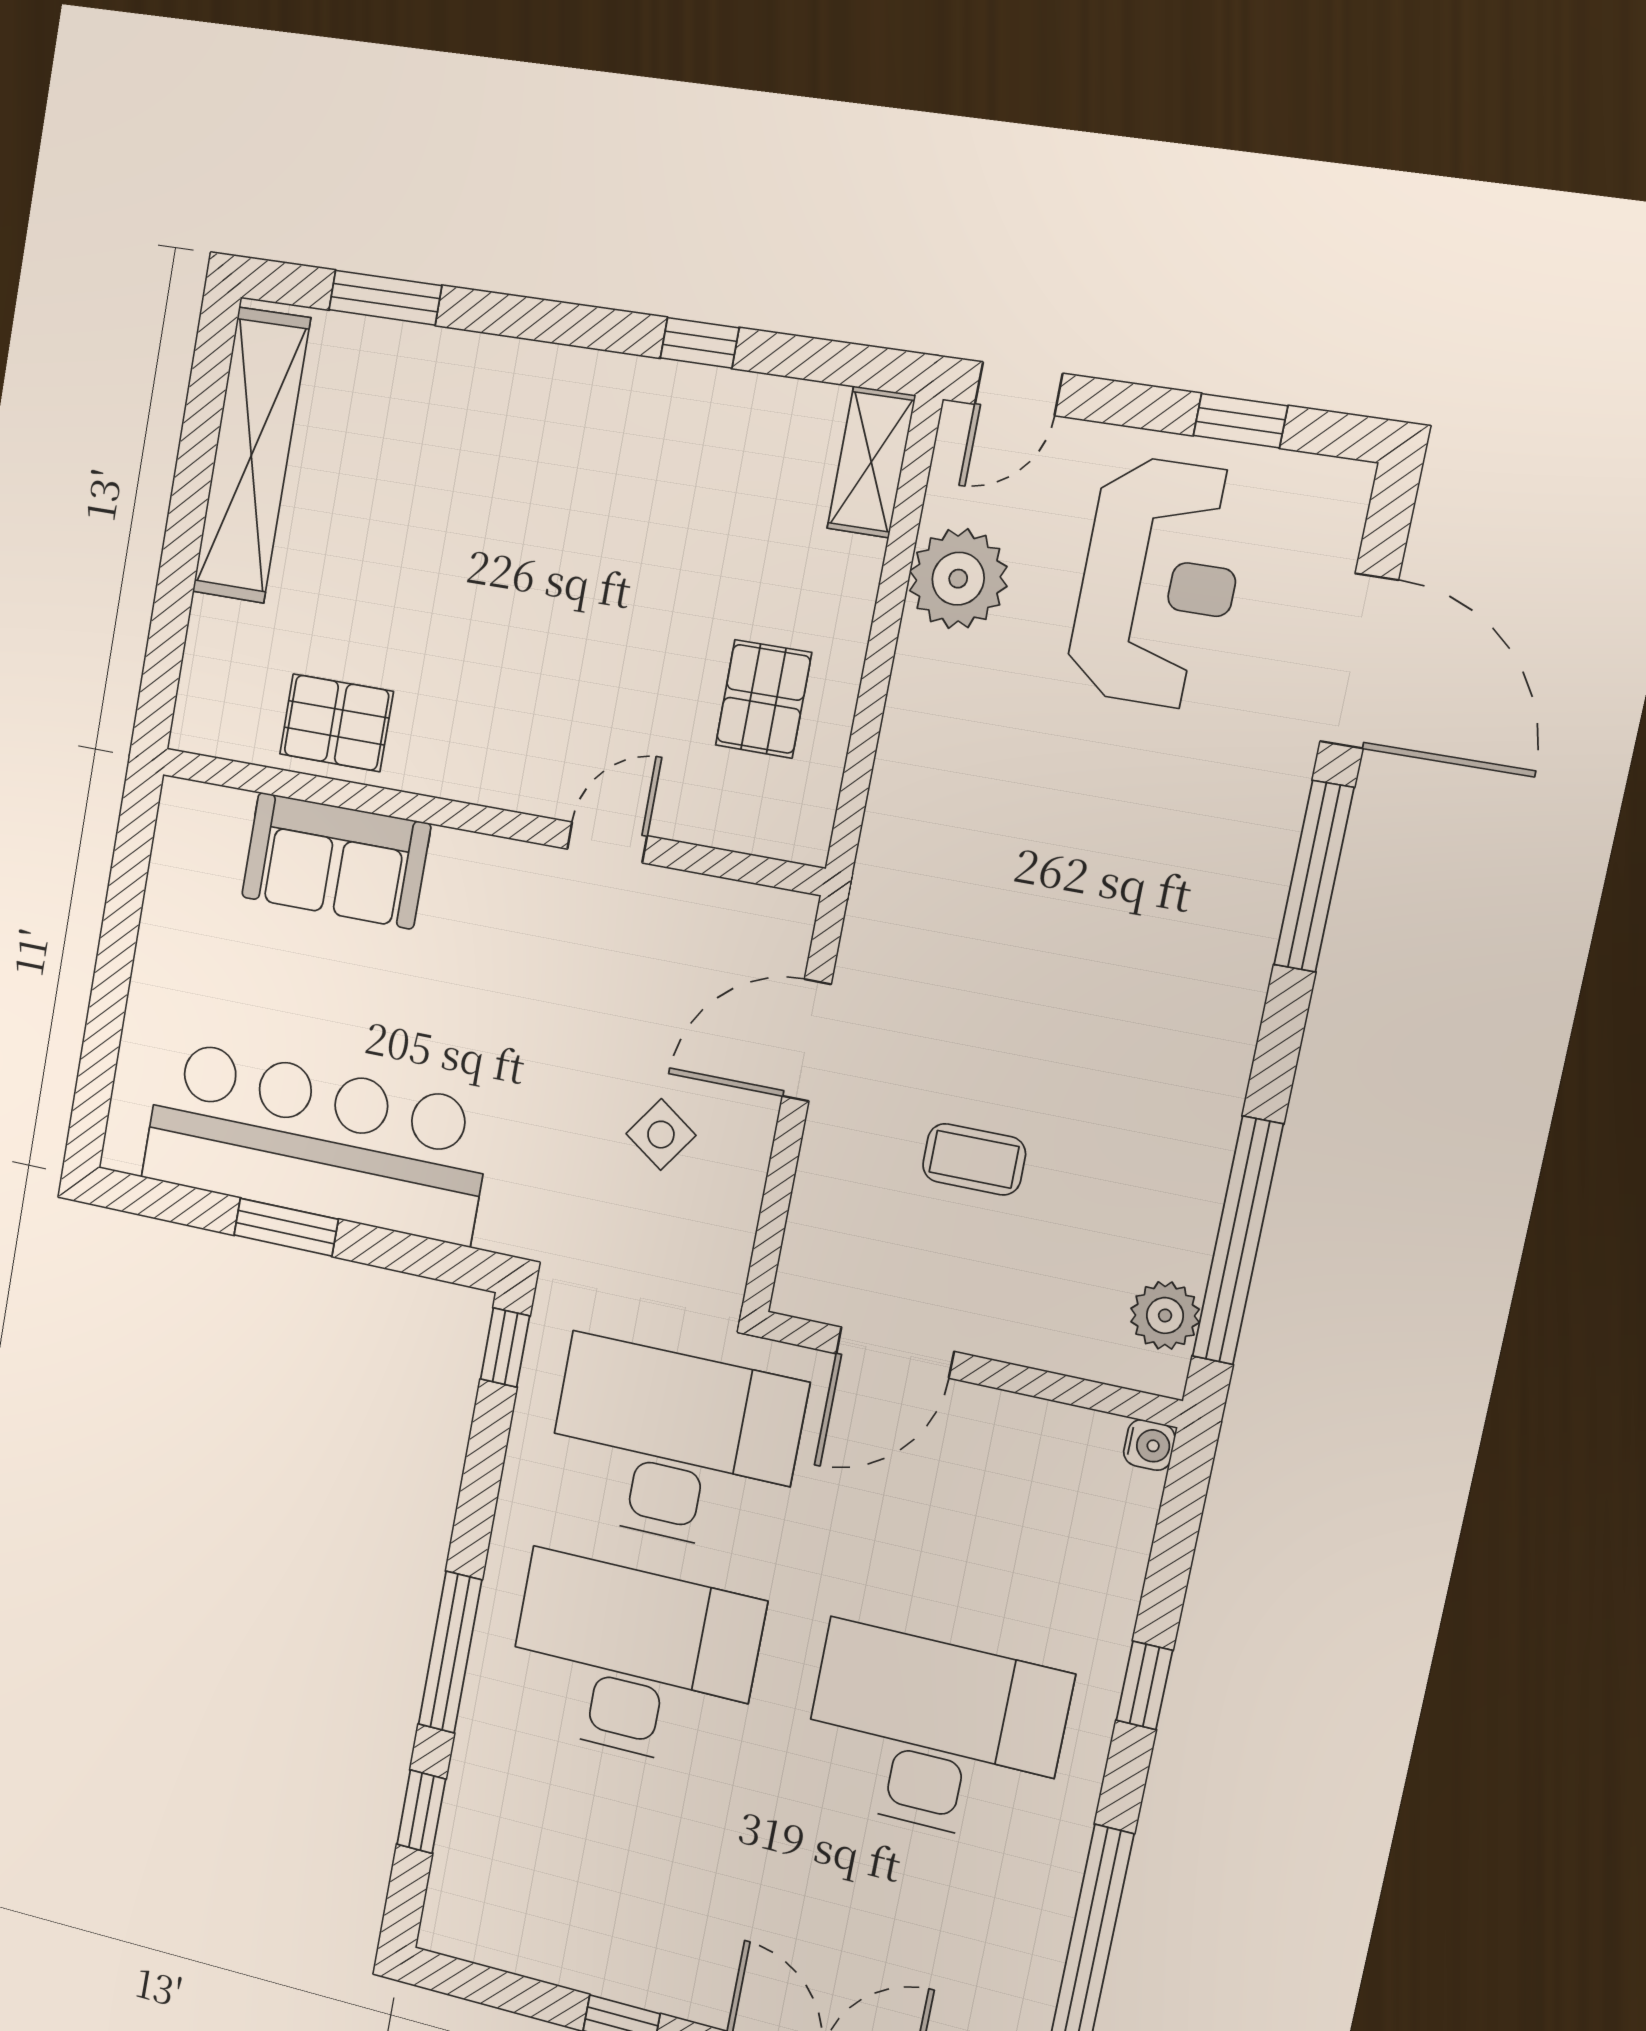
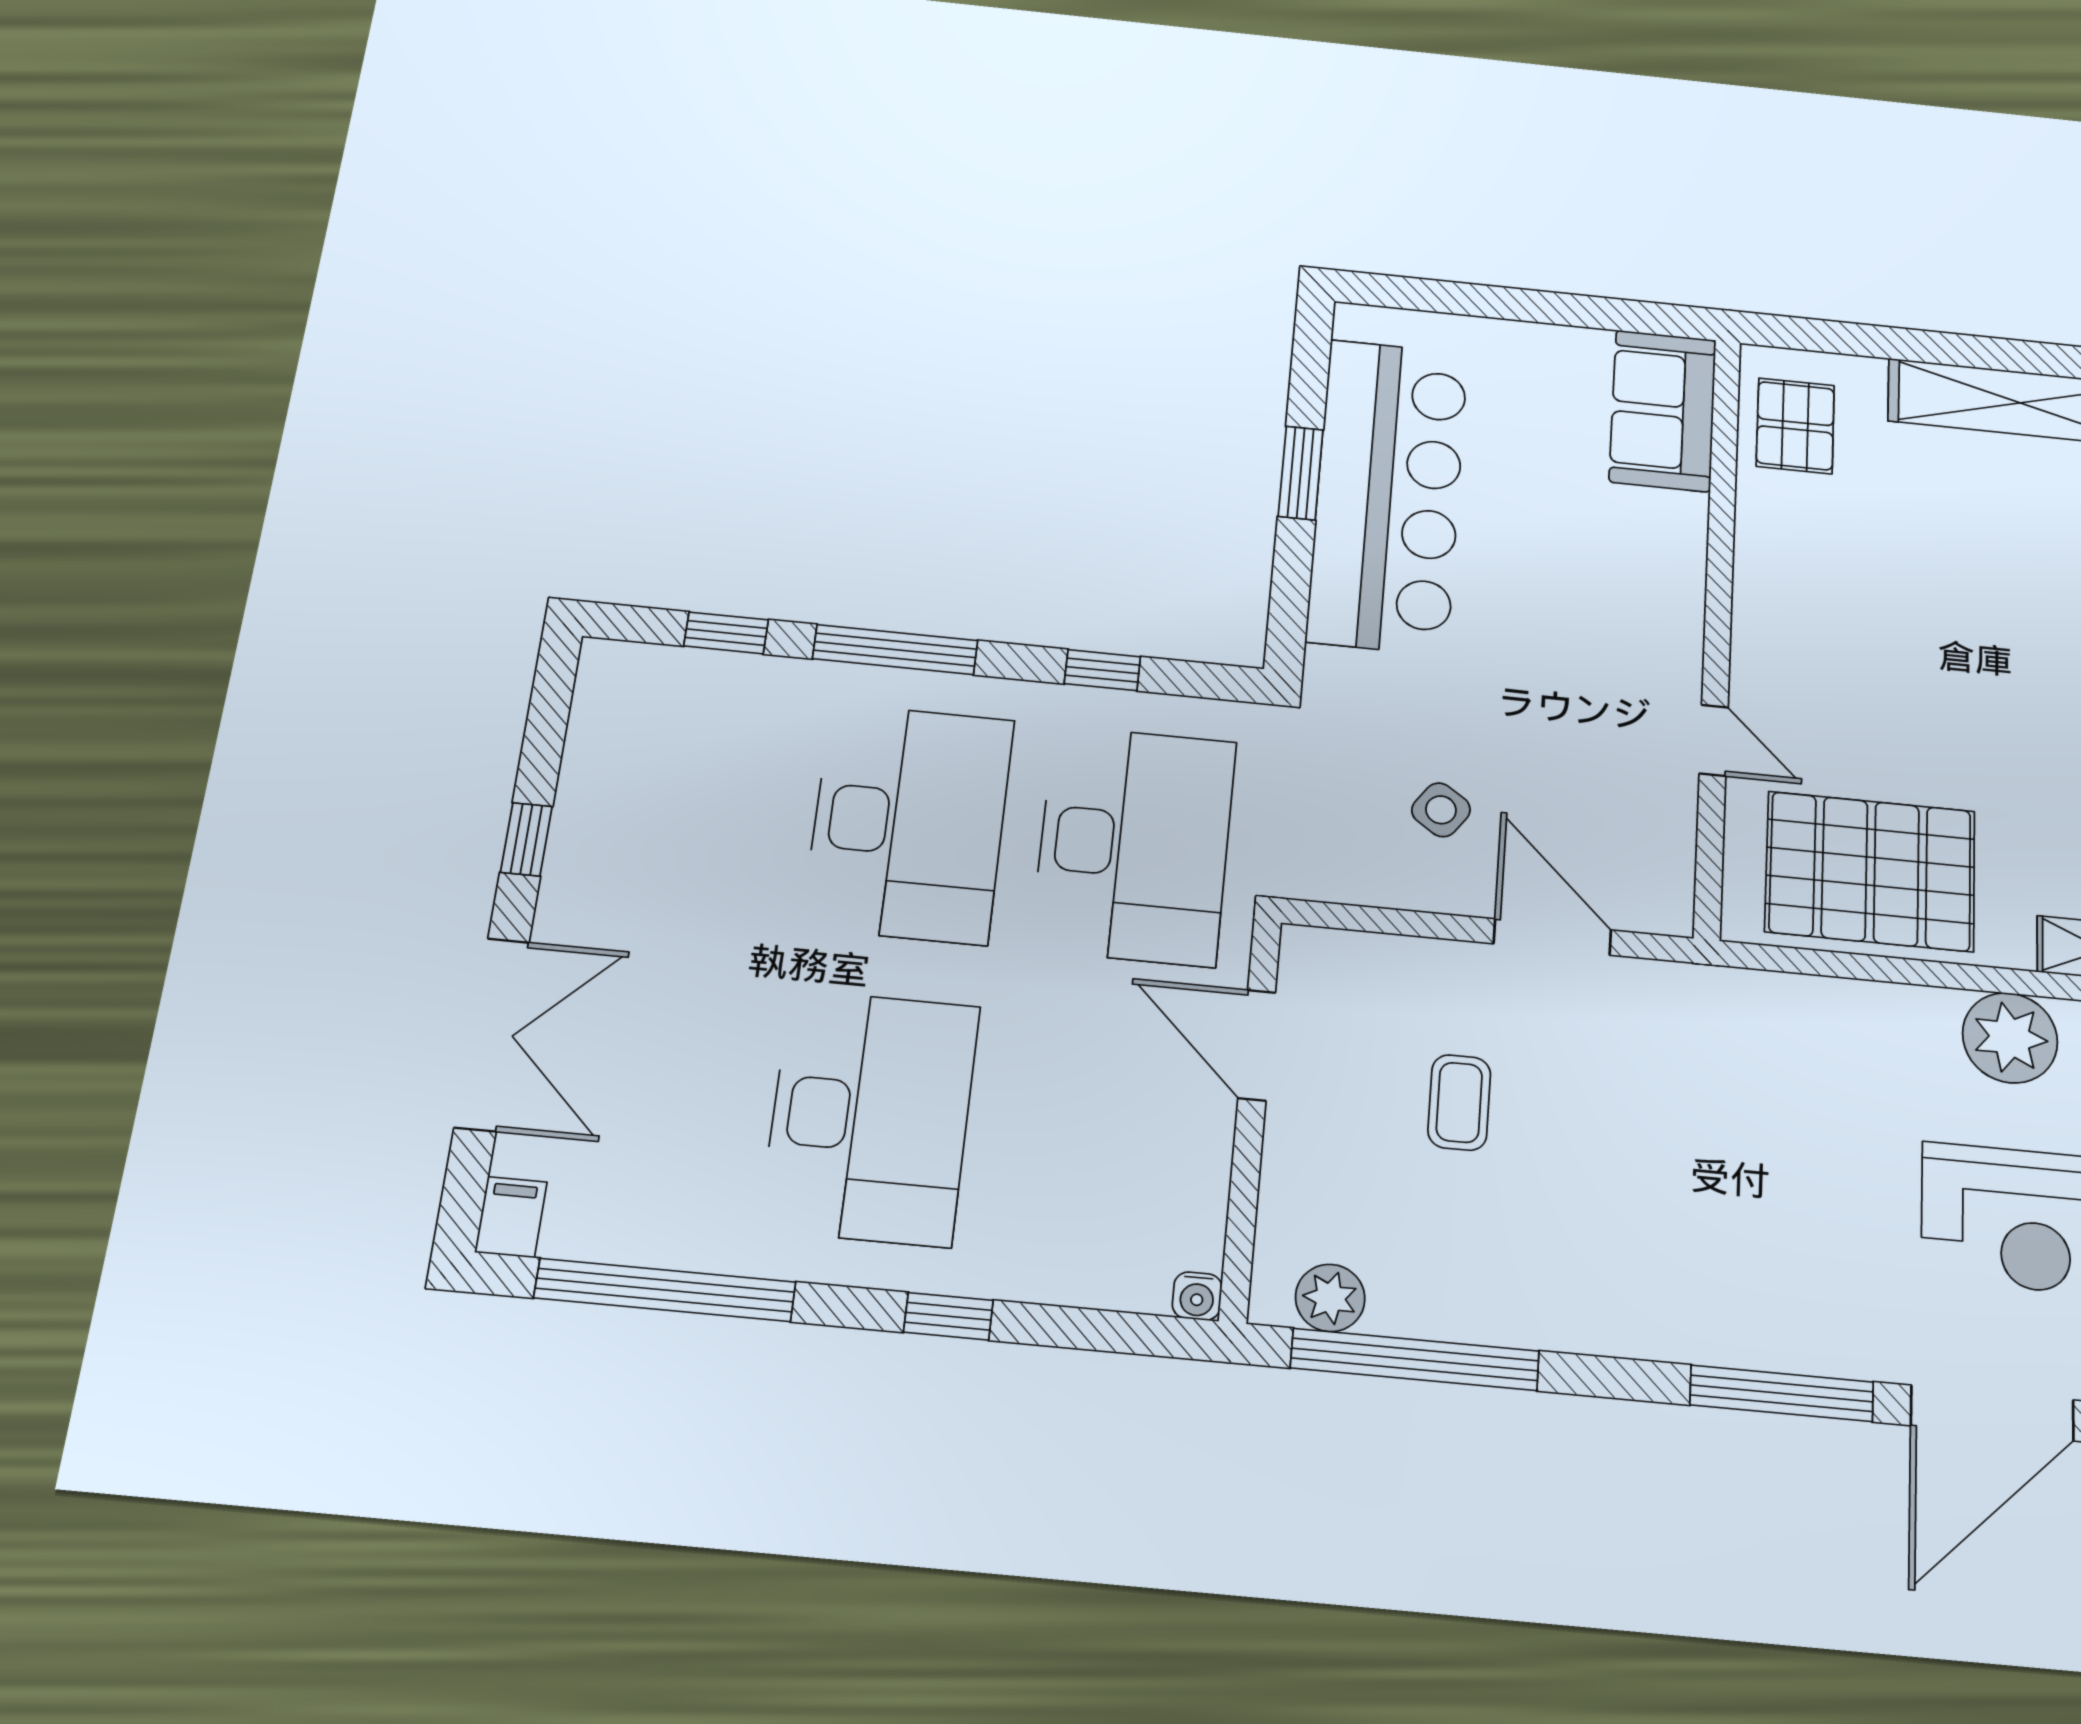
pallet: (764, 699) -> (1870, 871), width x2.05, depth x2.00
pallet: (336, 723) -> (1795, 426), moved
sofa: (336, 861) -> (1663, 411), moved
window: (505, 1348) -> (1102, 670), moved

